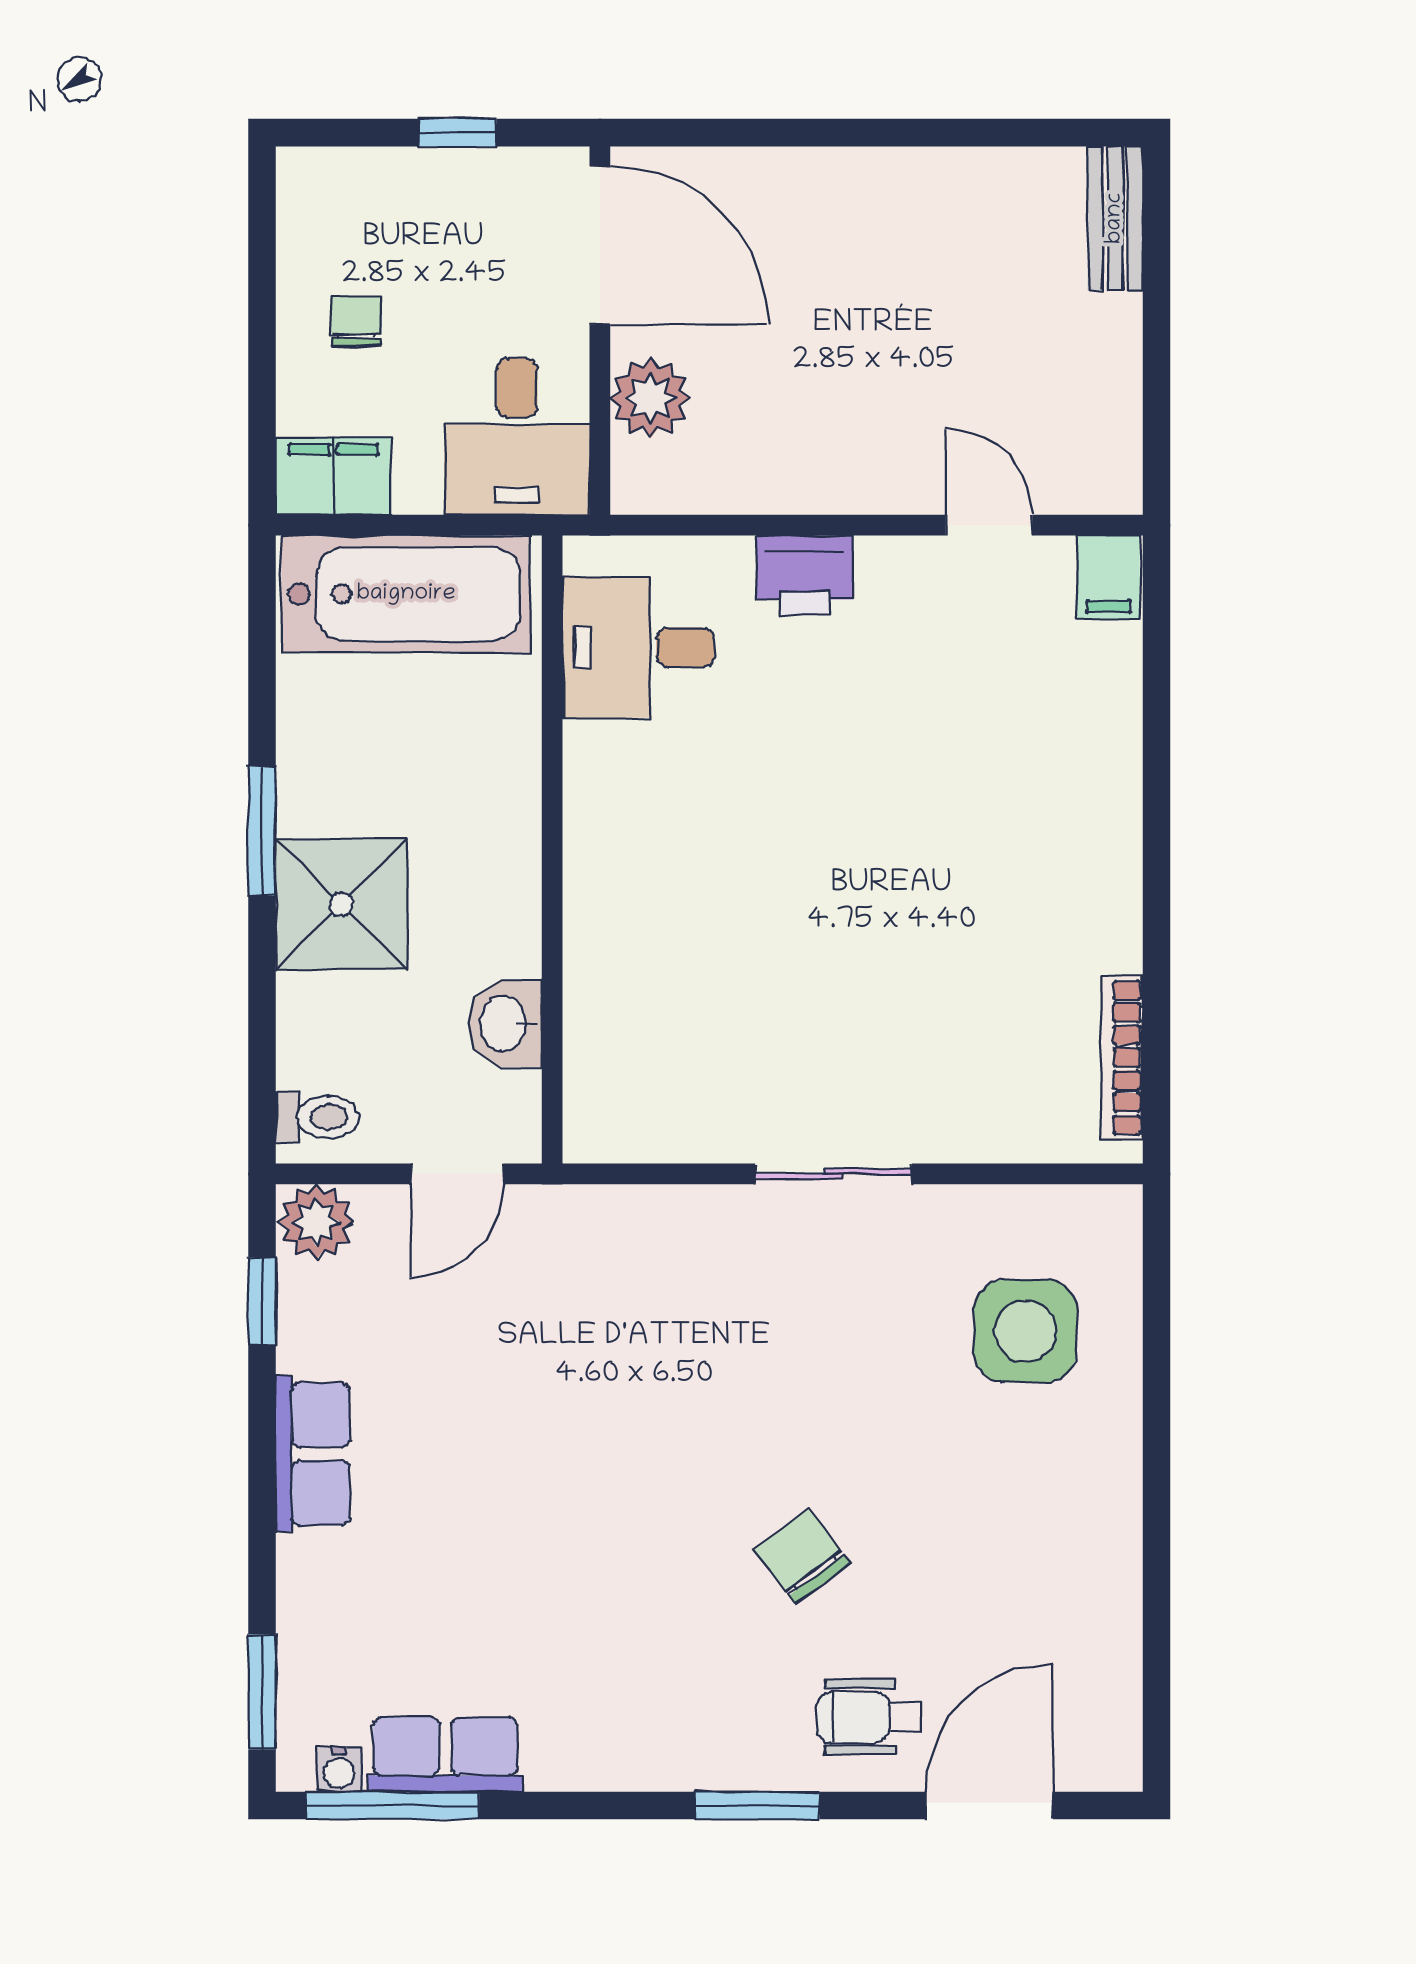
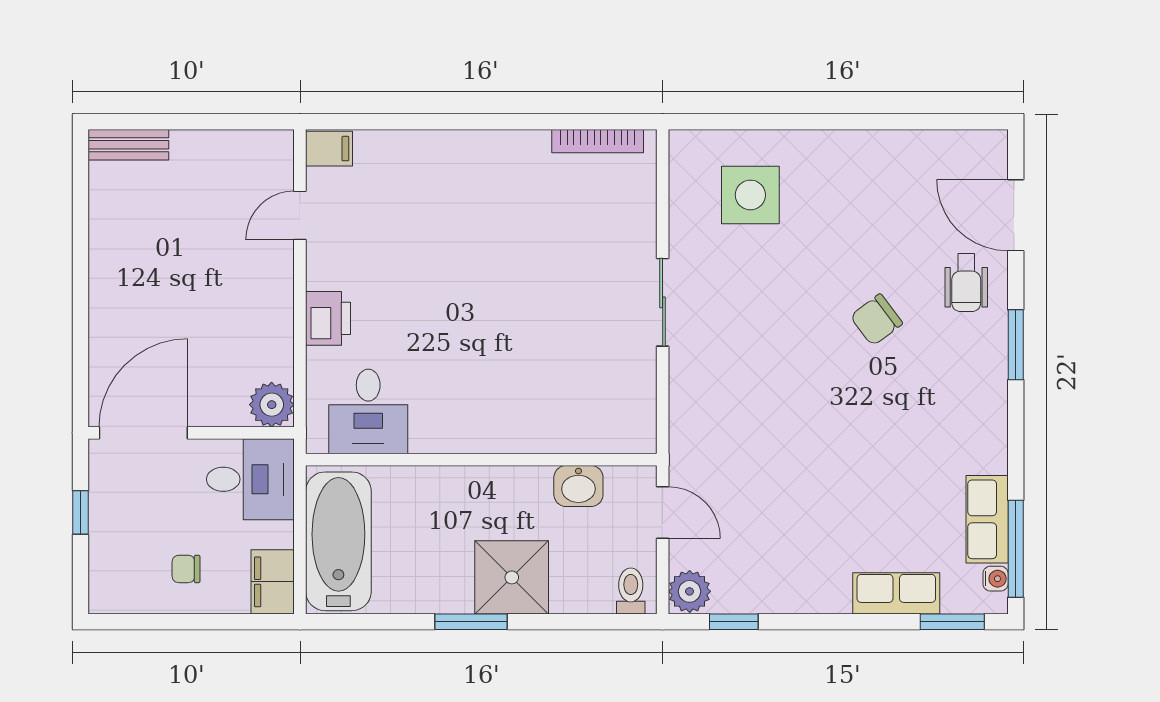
plant: (650, 398) -> (272, 405), moved
row of seats: (313, 1454) -> (896, 593), moved

